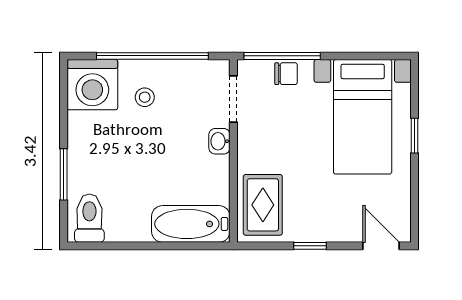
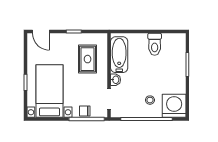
rug: (263, 205) -> (88, 59), moved
toilet: (89, 218) -> (155, 44), moved
bathtub: (191, 224) -> (119, 55), moved, turned -90

